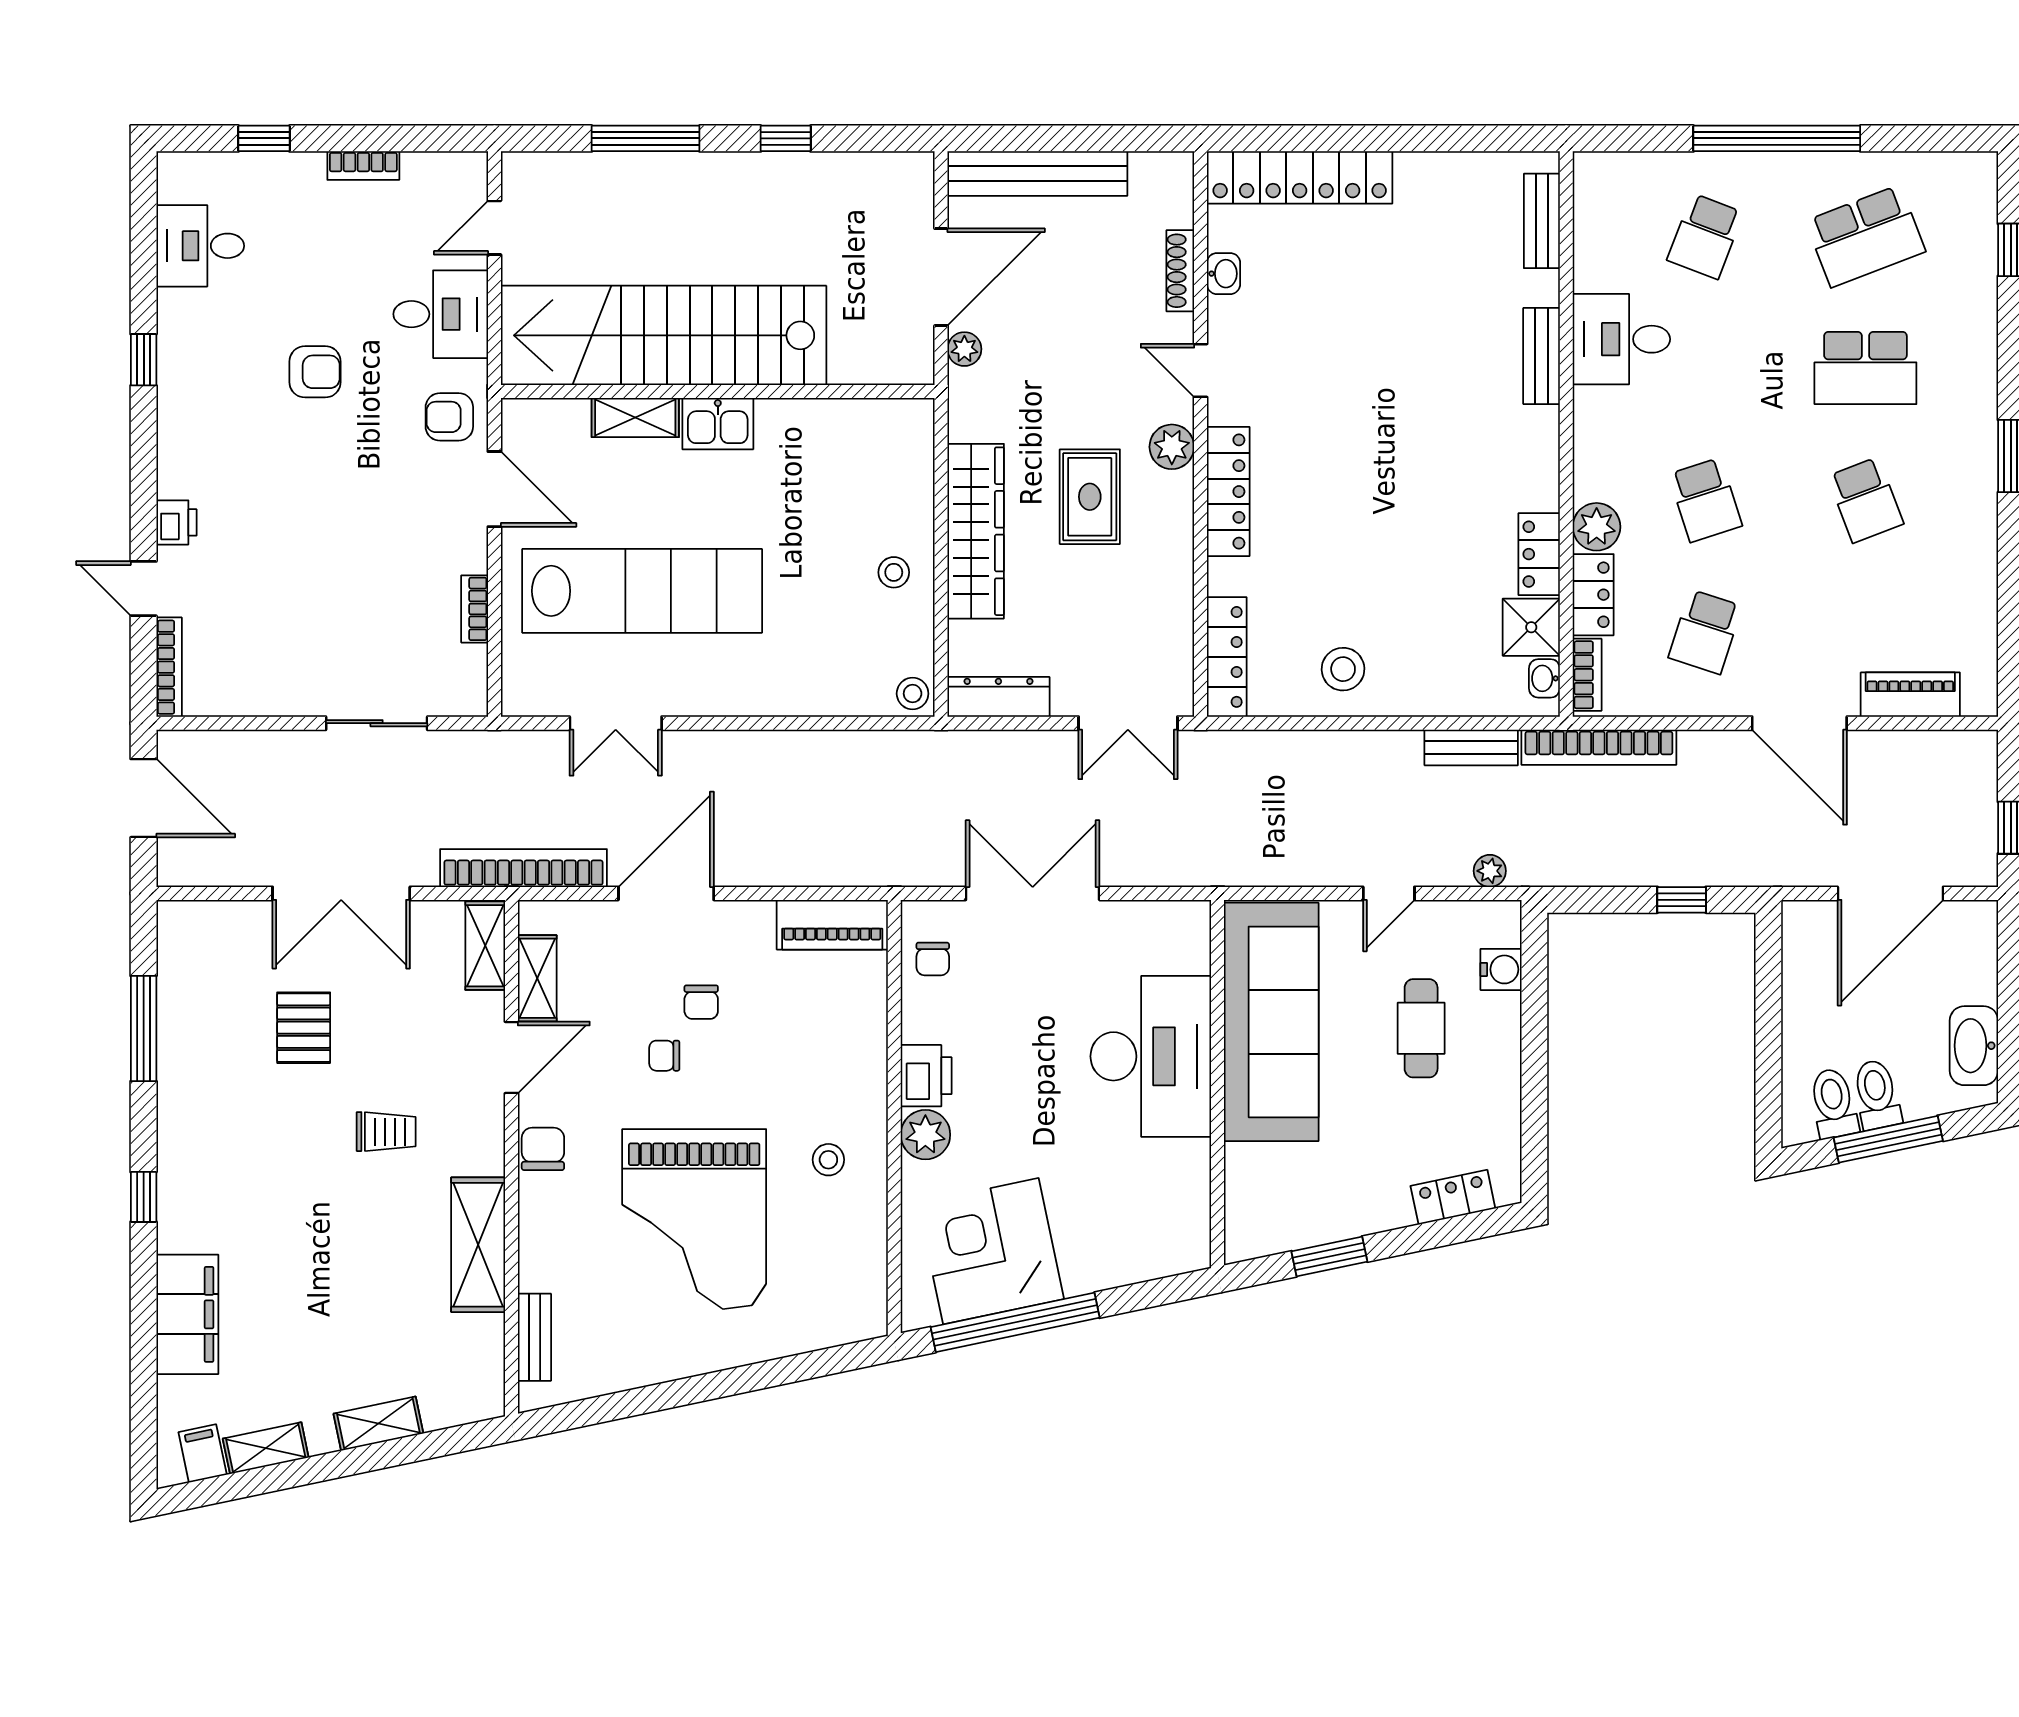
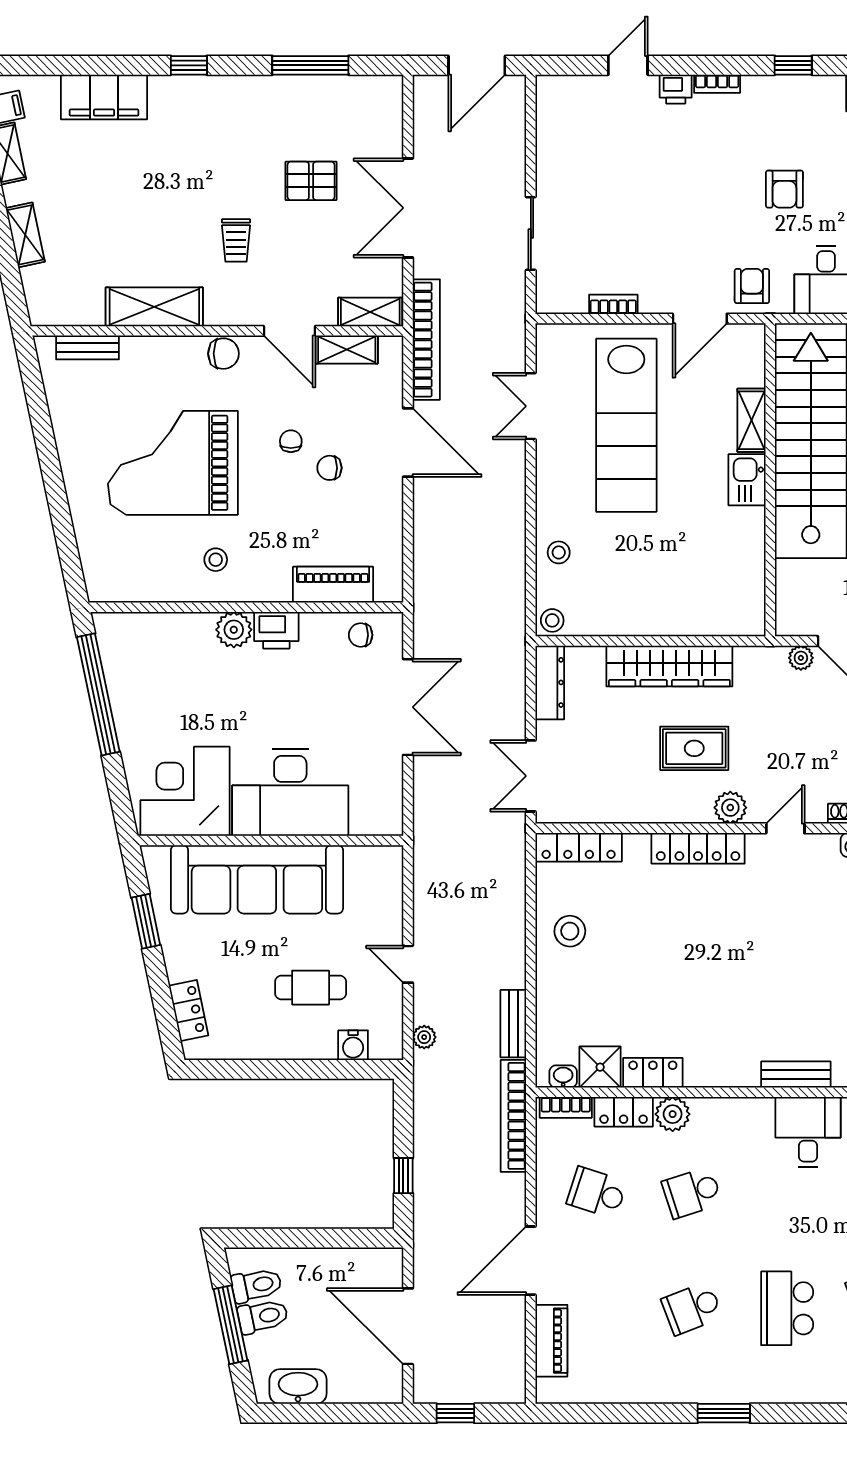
stool: (894, 572) -> (559, 552), moved
bookcase: (169, 667) -> (717, 84), moved, width x0.64
piano: (832, 925) -> (333, 585), moved, turned 90
sofa: (1271, 1022) -> (257, 879), moved
corner desk: (991, 1251) -> (185, 791), moved, turned -78

